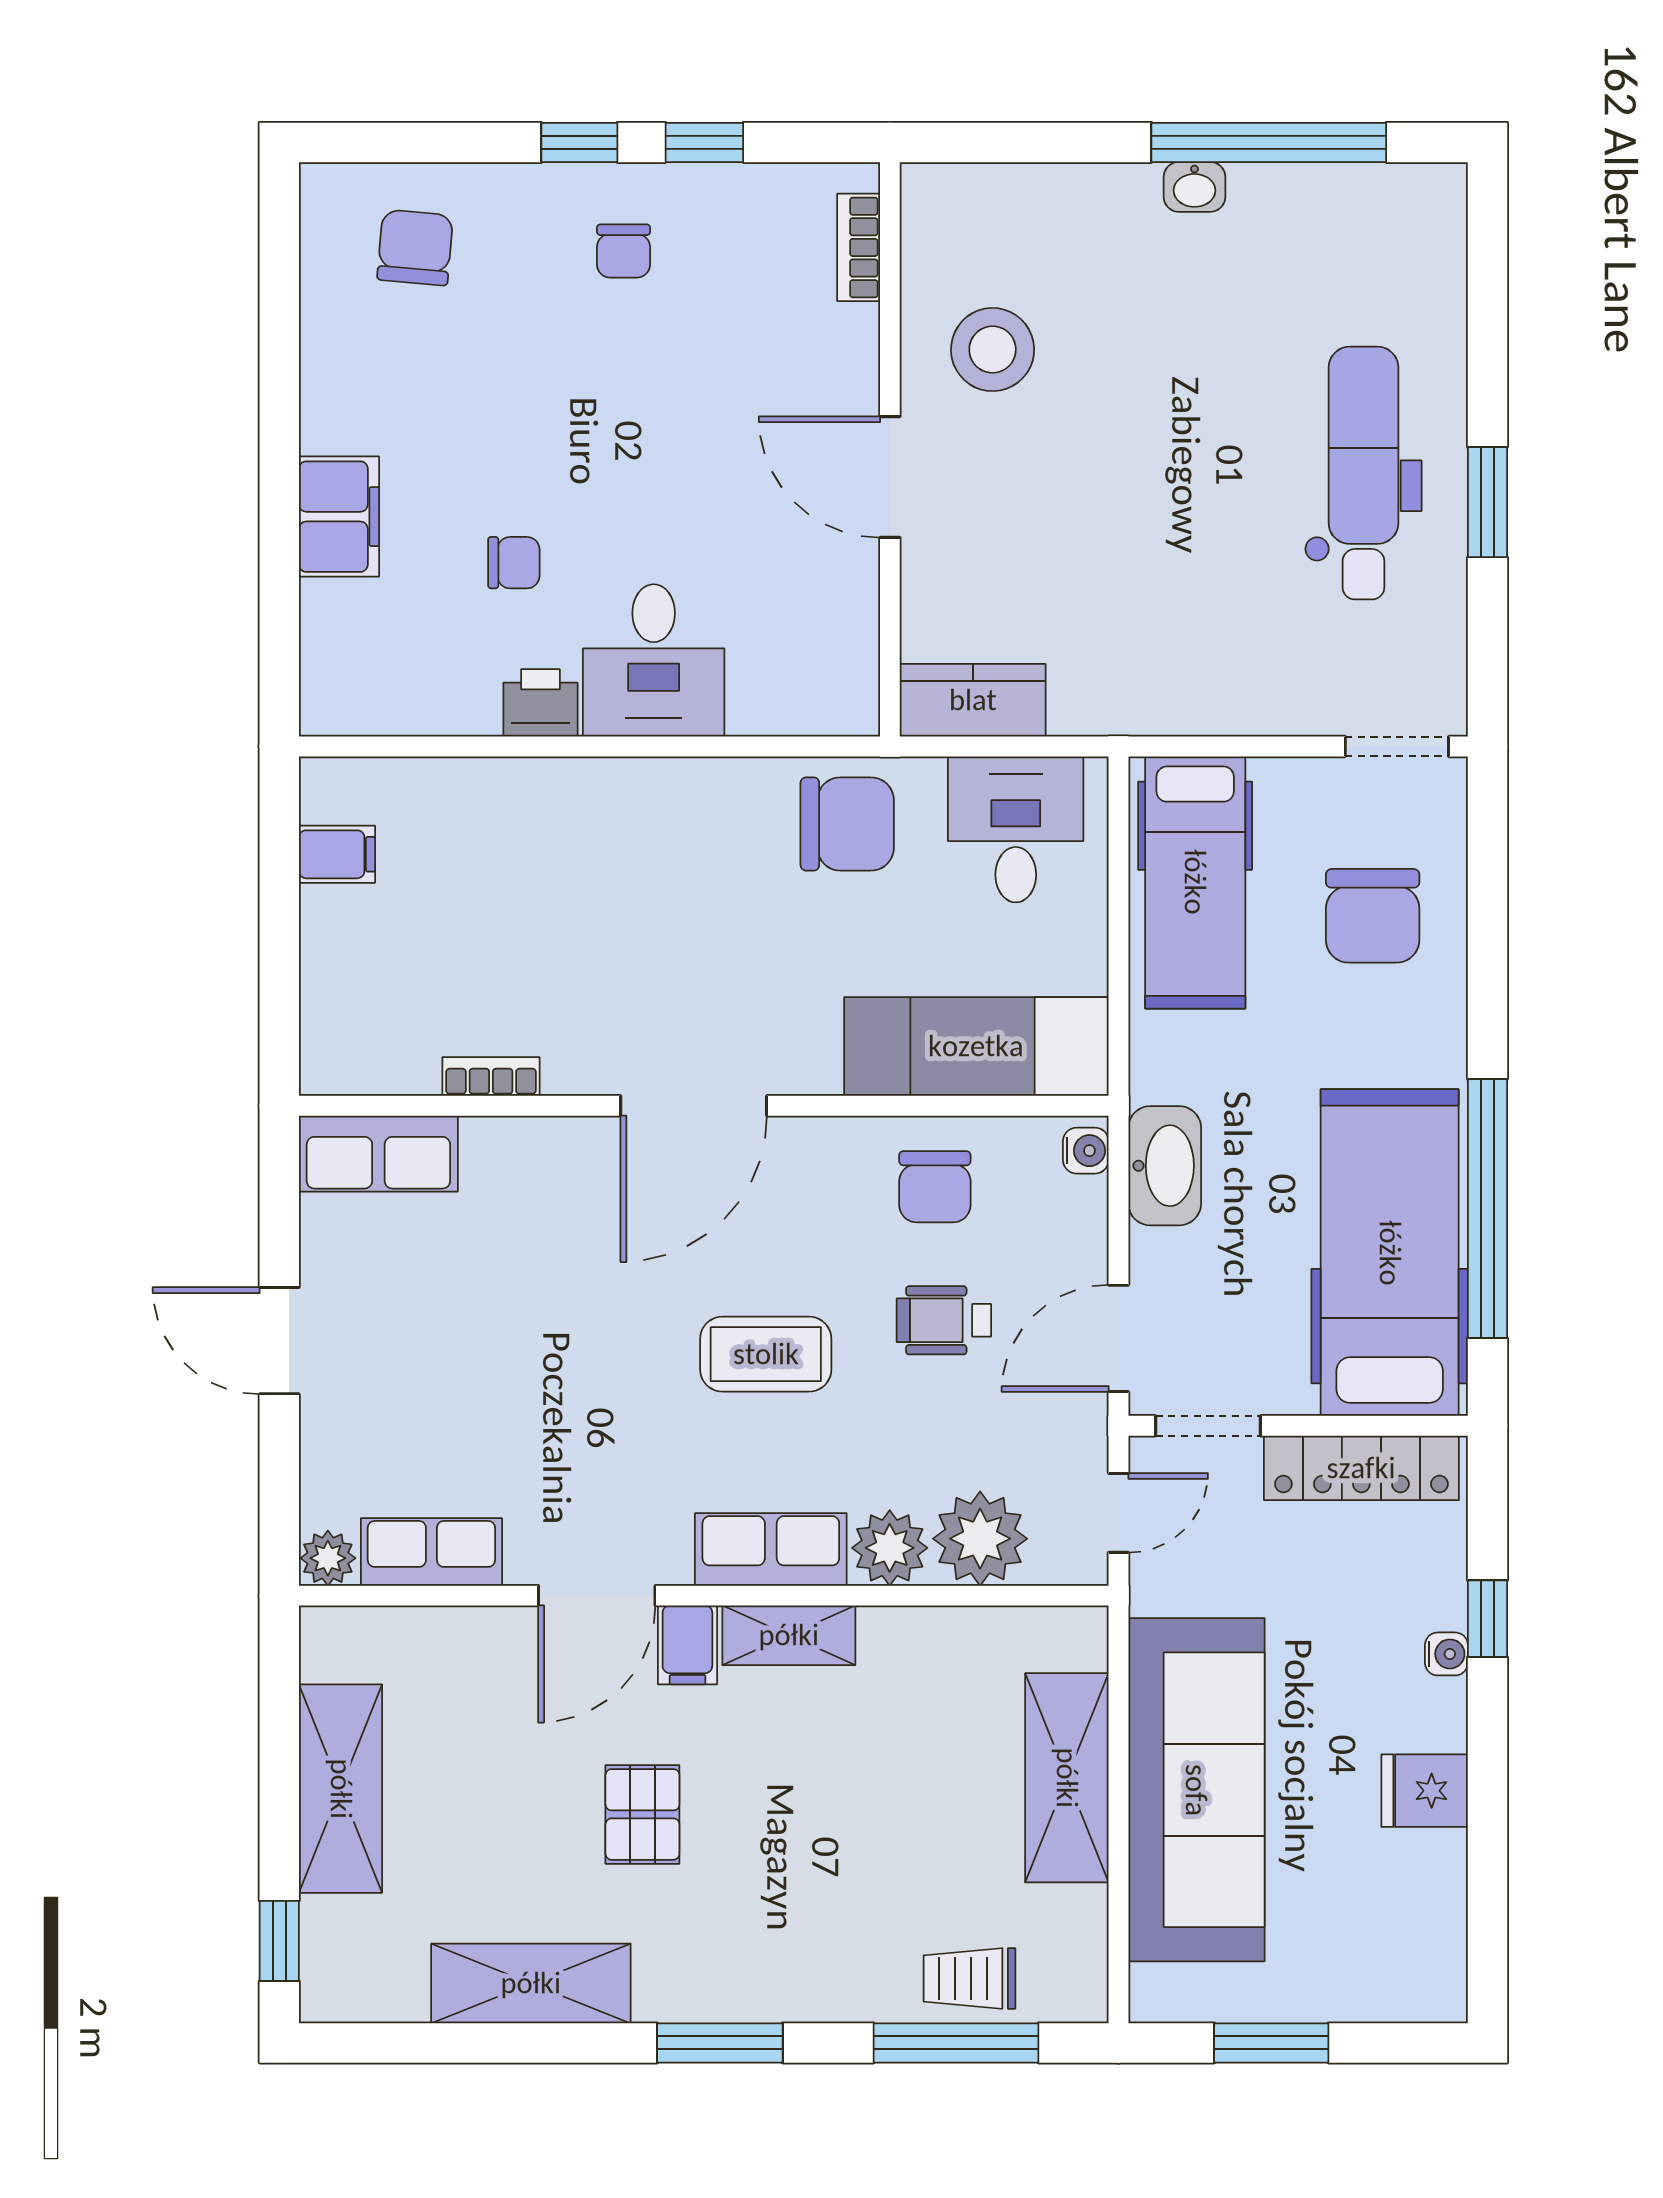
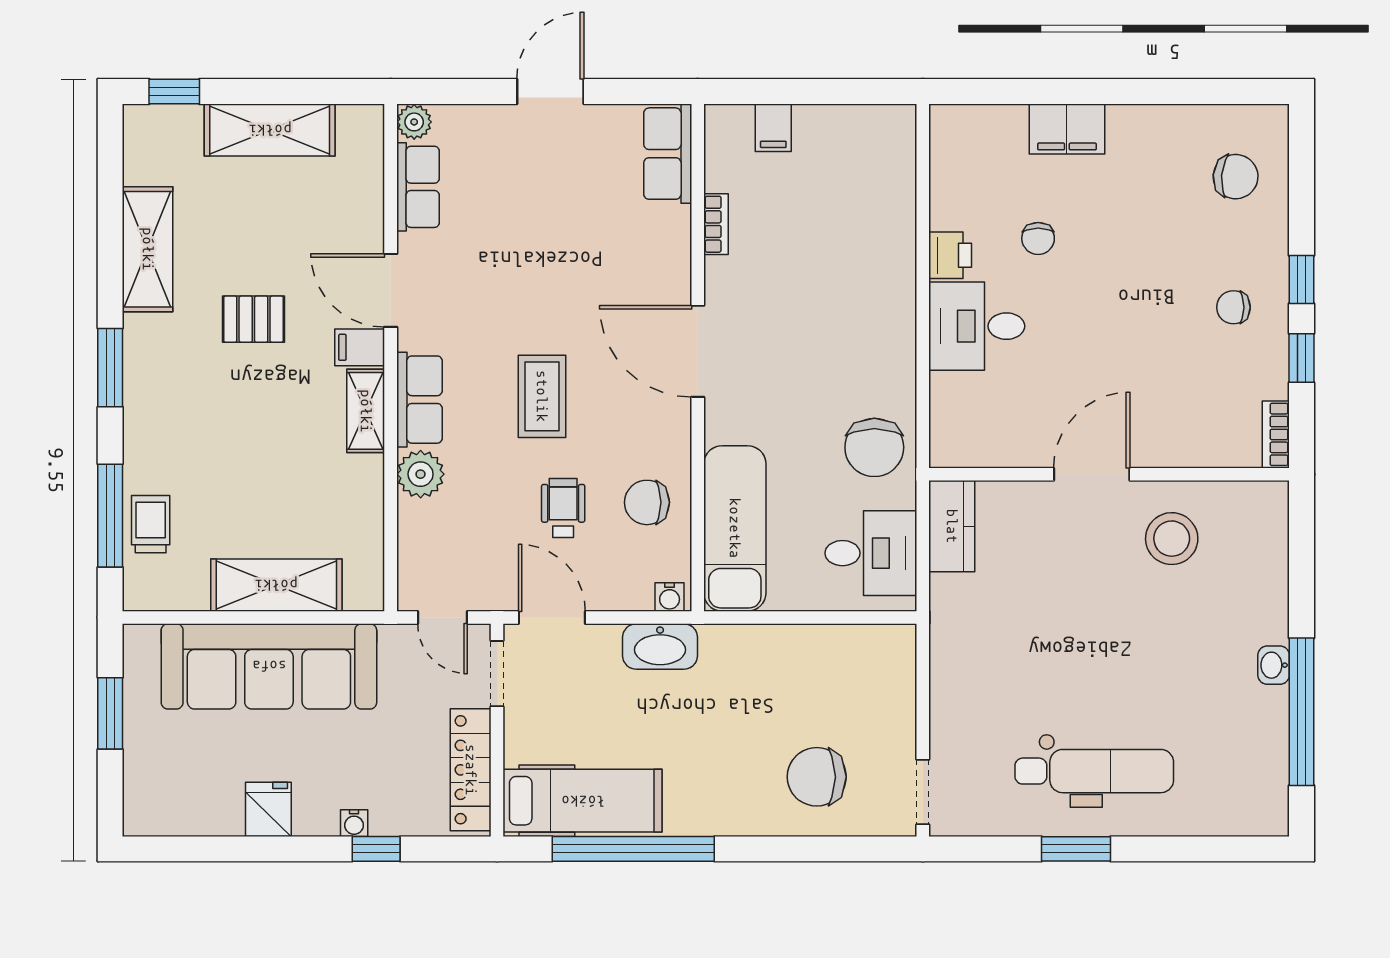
bookcase: (859, 247) -> (1276, 434), moved, turned -90
filing cabinet: (337, 854) -> (773, 128), moved
hospital bed: (1195, 882) -> (838, 666), removed
hospital bed: (1390, 1253) -> (583, 801), width x0.73, depth x0.78
plant: (980, 1539) -> (426, 531), removed

